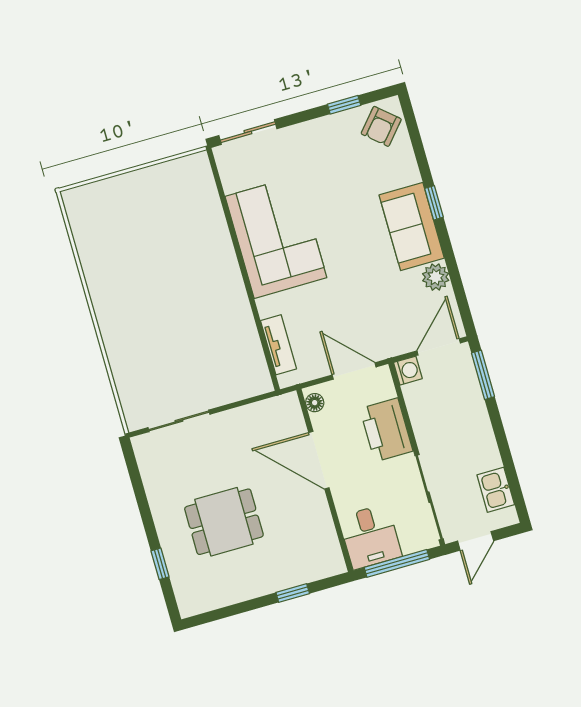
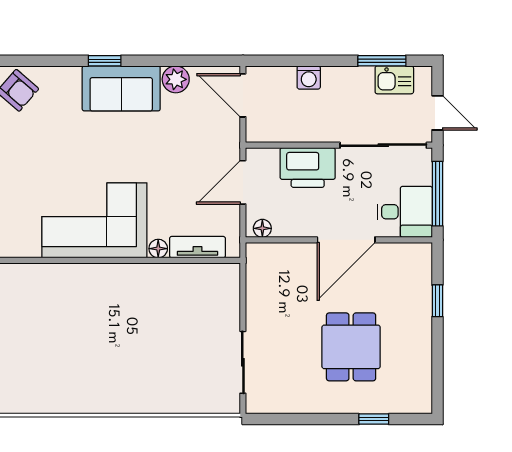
floor lamp: (266, 307) -> (158, 249), added
washing machine: (408, 371) -> (309, 77), moved, turned 180
window: (483, 375) -> (382, 61), moved
door: (319, 460) -> (346, 240), moved

